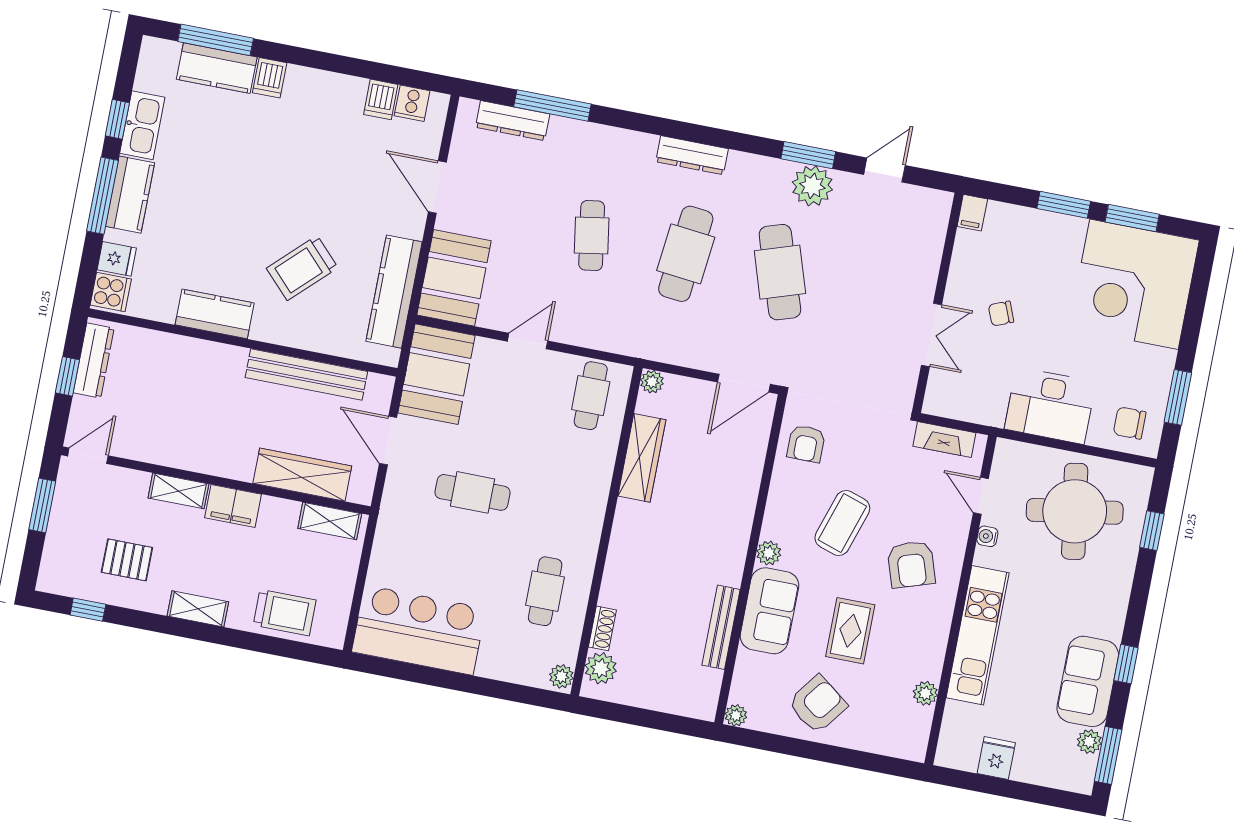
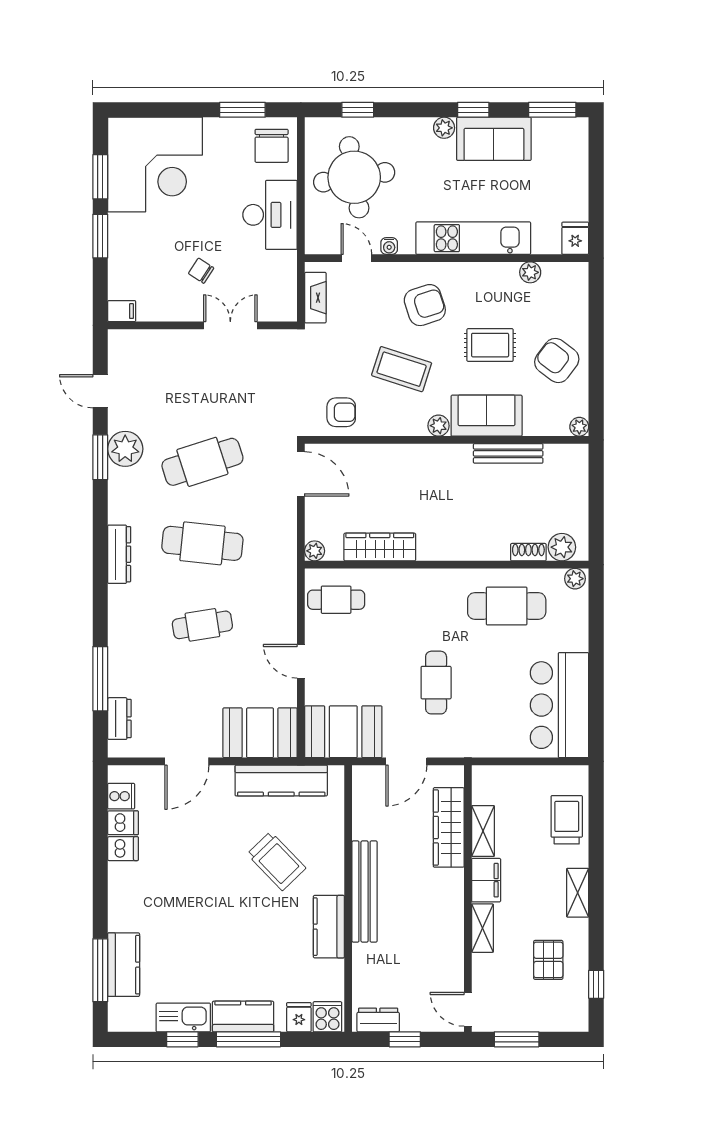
dishwasher: (270, 78) -> (123, 849), moved
dresser: (513, 121) -> (119, 719), width x0.70
chair: (1001, 314) -> (201, 271), turned 145
dresser: (94, 361) -> (378, 1020), width x0.70
bench: (306, 374) -> (365, 892), moved
chair: (1130, 423) -> (272, 146), width x1.37, depth x1.37
door: (981, 496) -> (356, 258), swing flipped
shelving: (330, 521) -> (483, 831), moved
cafe table: (545, 591) -> (507, 606), width x1.37, depth x1.35
plant: (1089, 742) -> (444, 128), moved
fridge: (996, 758) -> (575, 238), moved, turned 90

